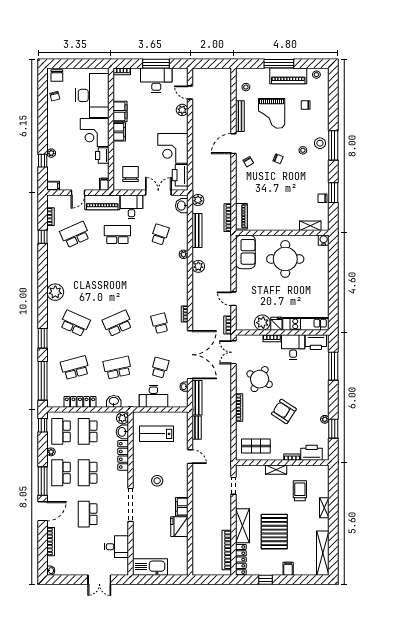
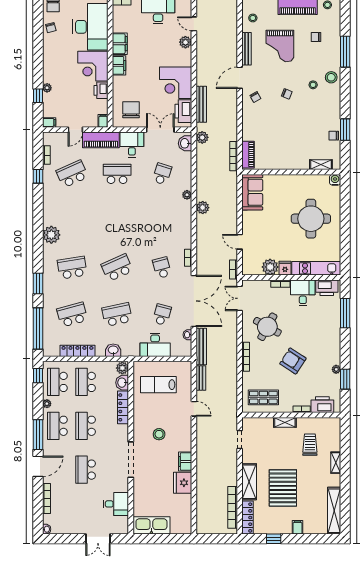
window: (333, 145) -> (345, 52), moved
bench: (197, 231) -> (201, 104), moved
round table: (285, 259) -> (311, 219), moved
school desk: (75, 323) -> (72, 268), turned -33

